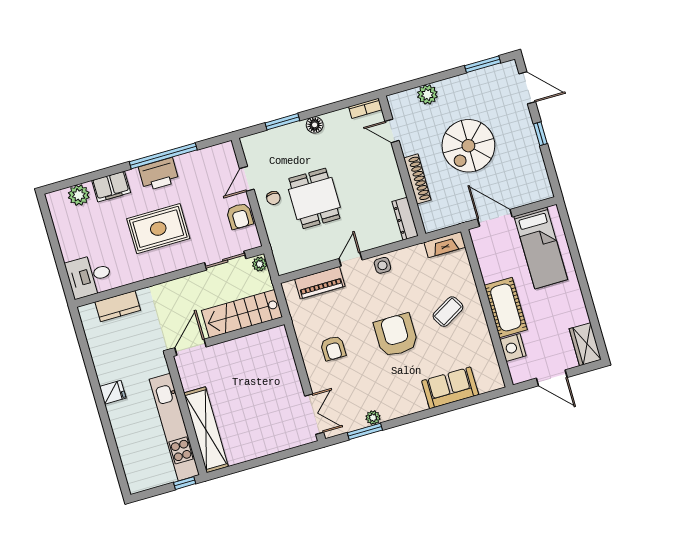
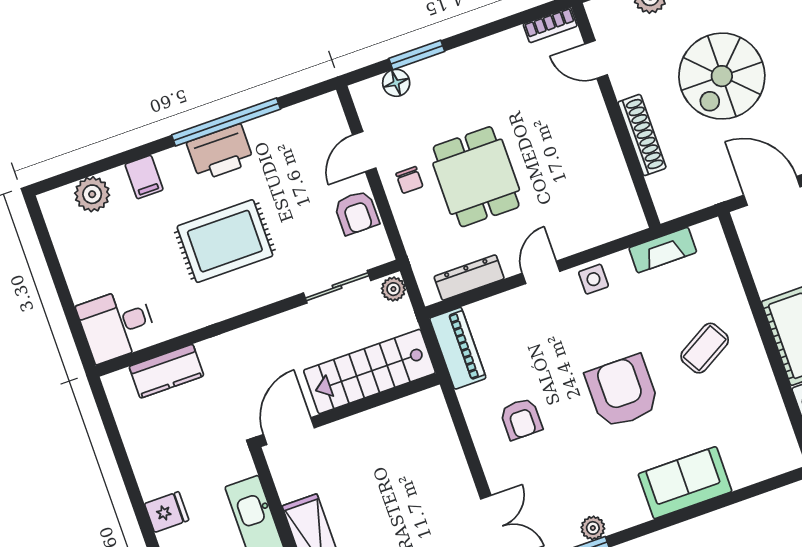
floor lamp: (315, 125) -> (396, 83), moved
filing cabinet: (111, 186) -> (144, 177), width x0.50
dresser: (405, 219) -> (469, 278), moved, turned 90
fireplace: (445, 245) -> (663, 250), moved
piano: (320, 283) -> (458, 348), moved, turned -90
sofa: (450, 388) -> (685, 483), moved

